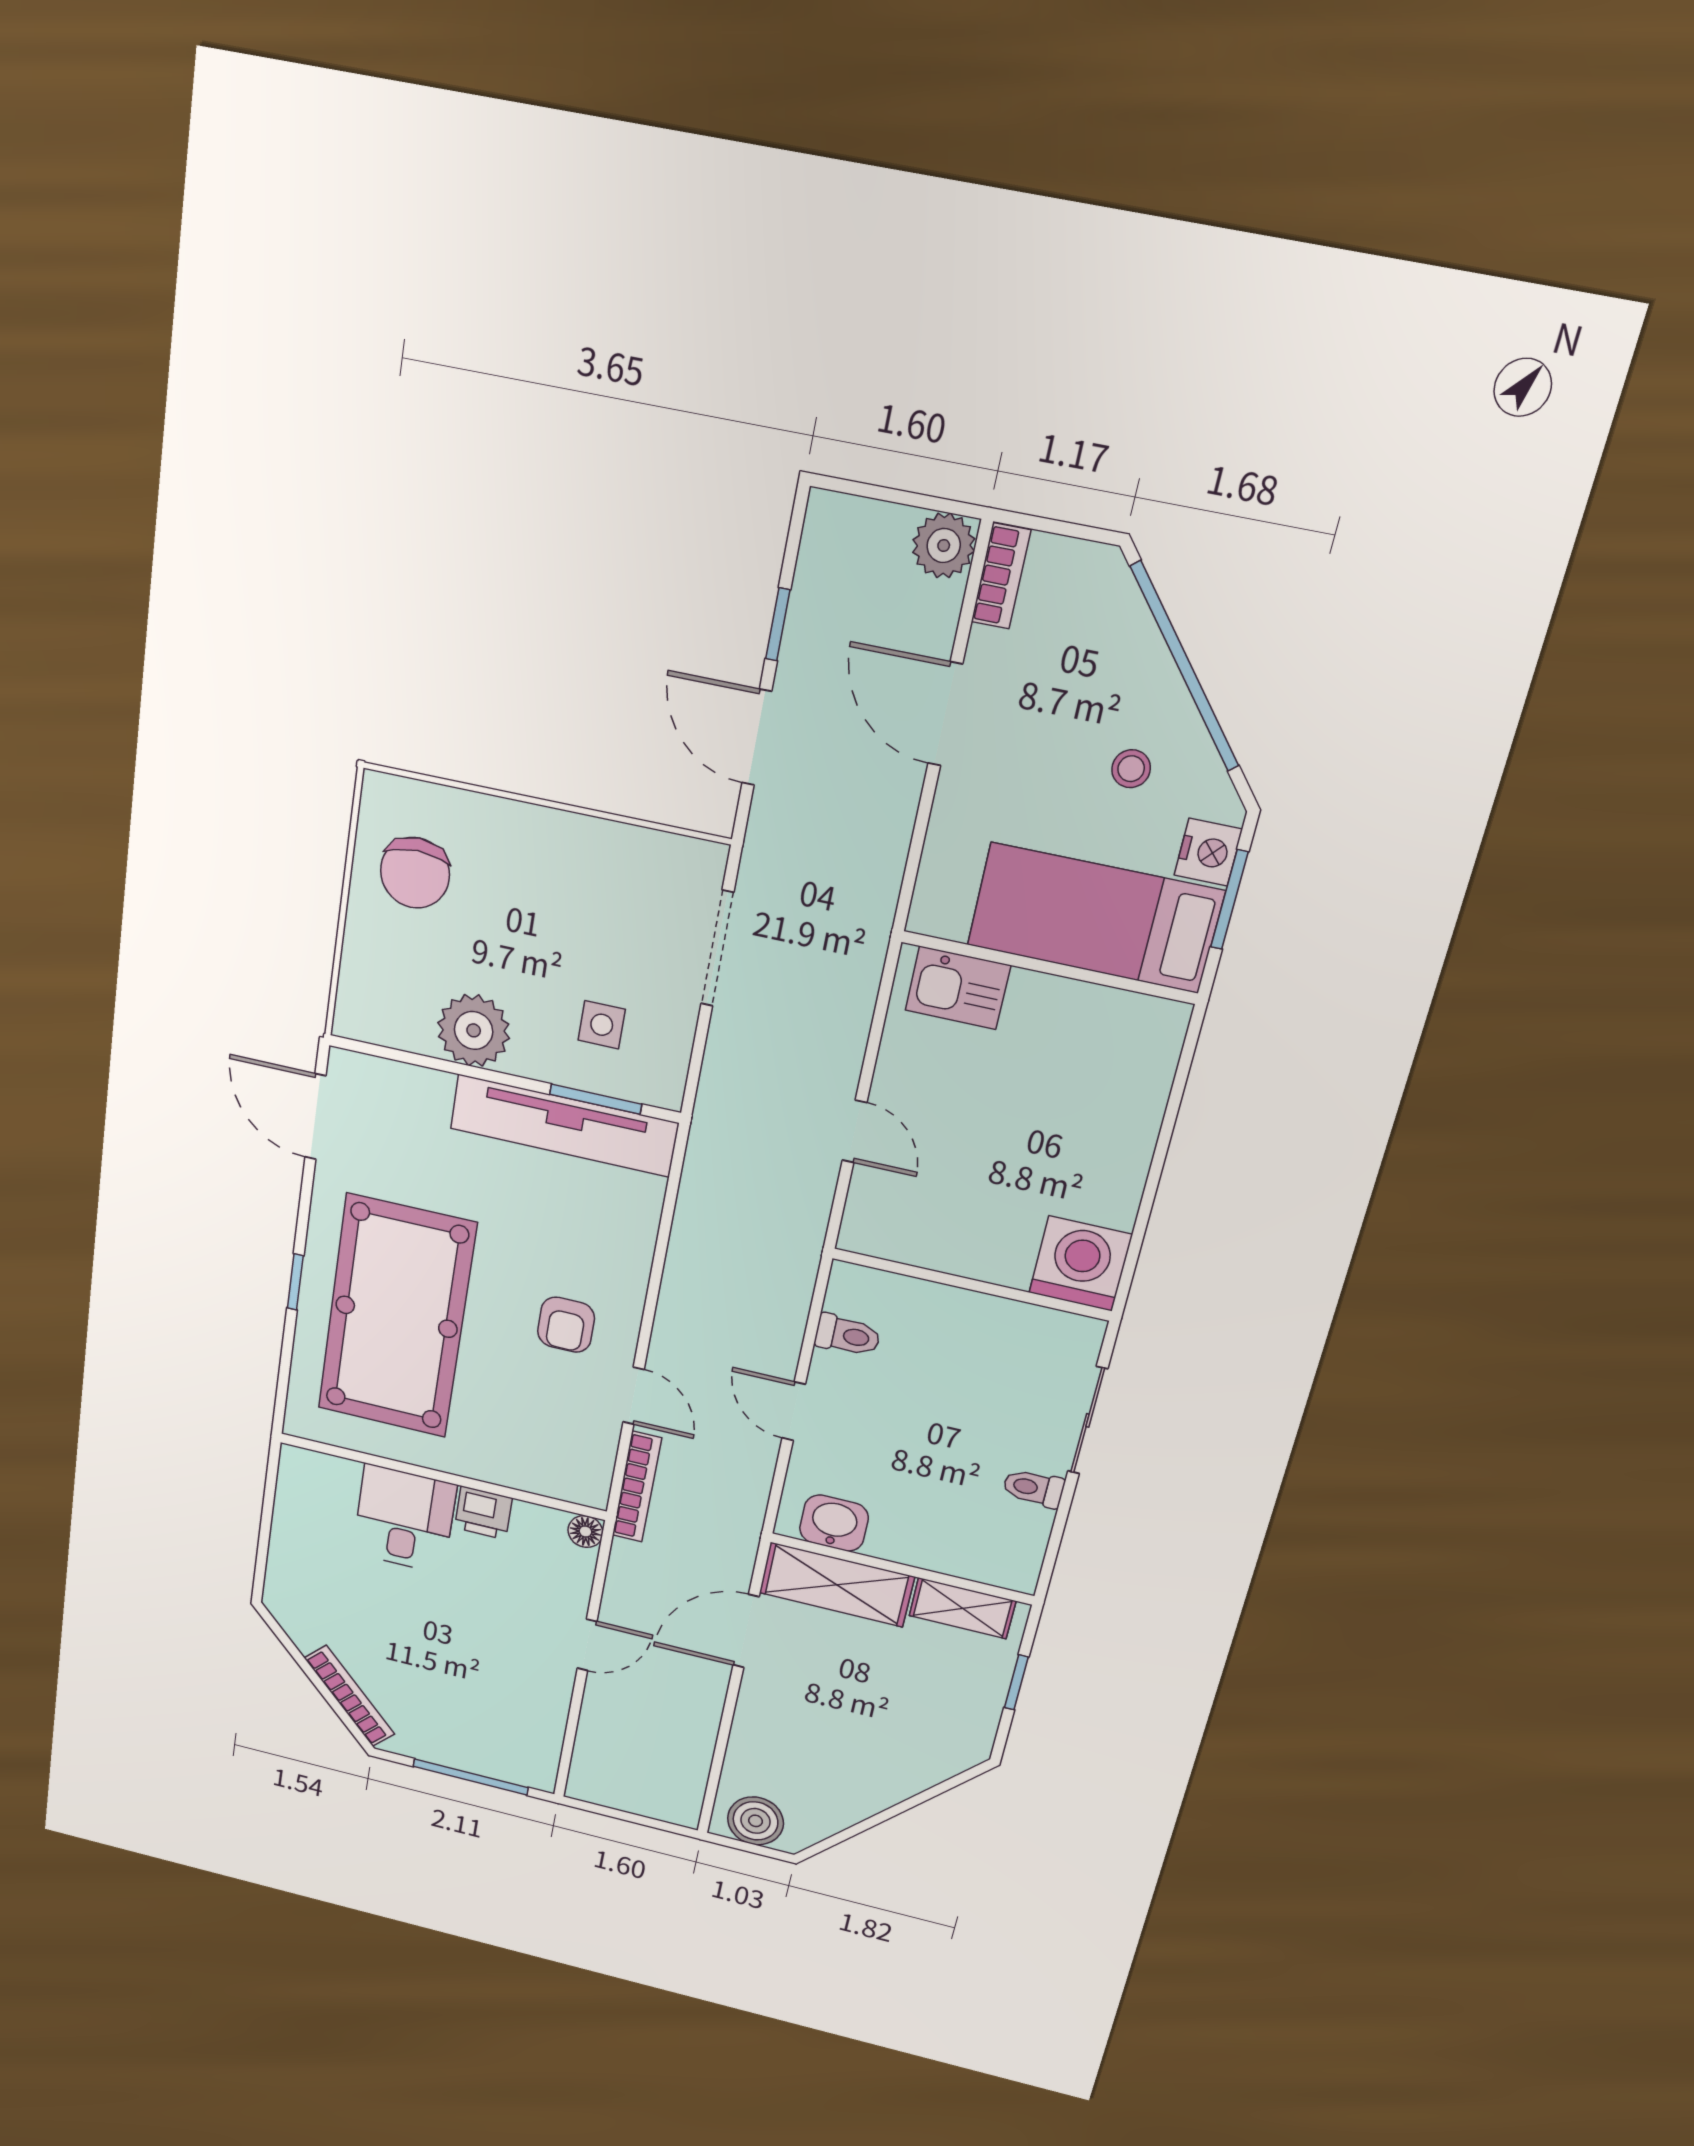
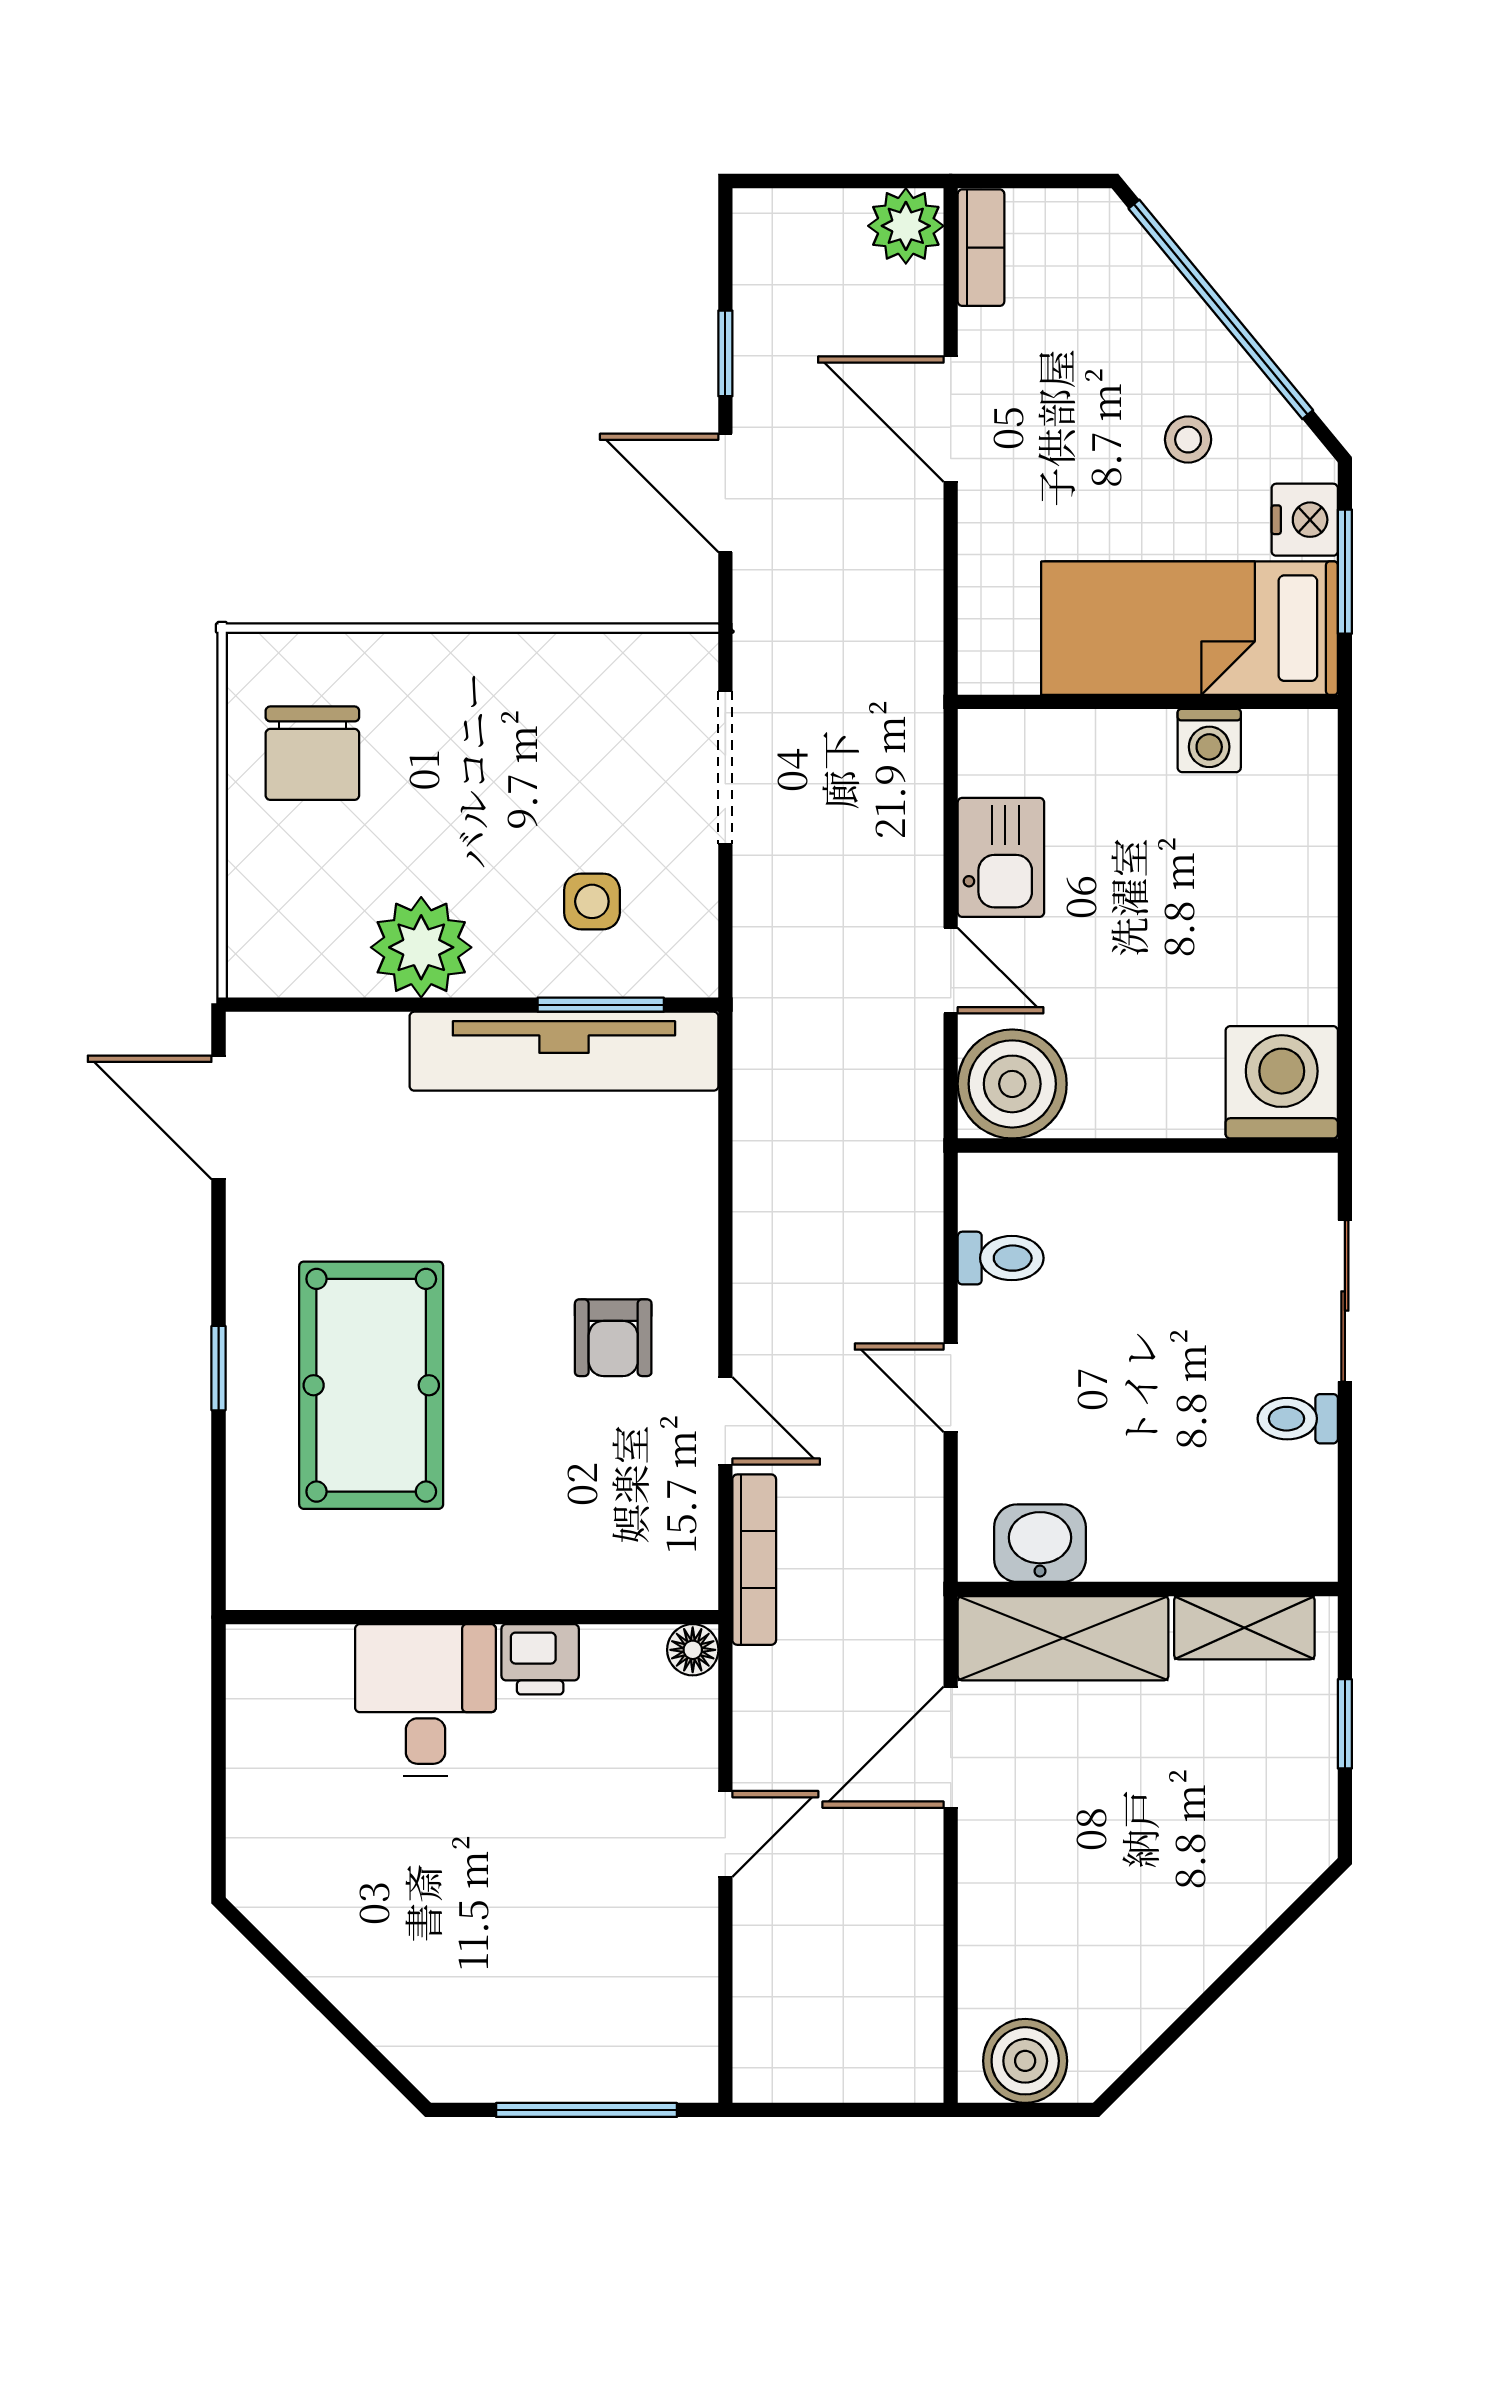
kitchen sink: (958, 988) -> (1001, 857), moved, turned -90
washing machine: (1089, 1007) -> (1209, 741), added
boiler: (882, 1220) -> (1012, 1084), added
pool table: (396, 1317) -> (371, 1385), width x0.73, depth x0.76
bookcase: (350, 1696) -> (381, 2021), removed

